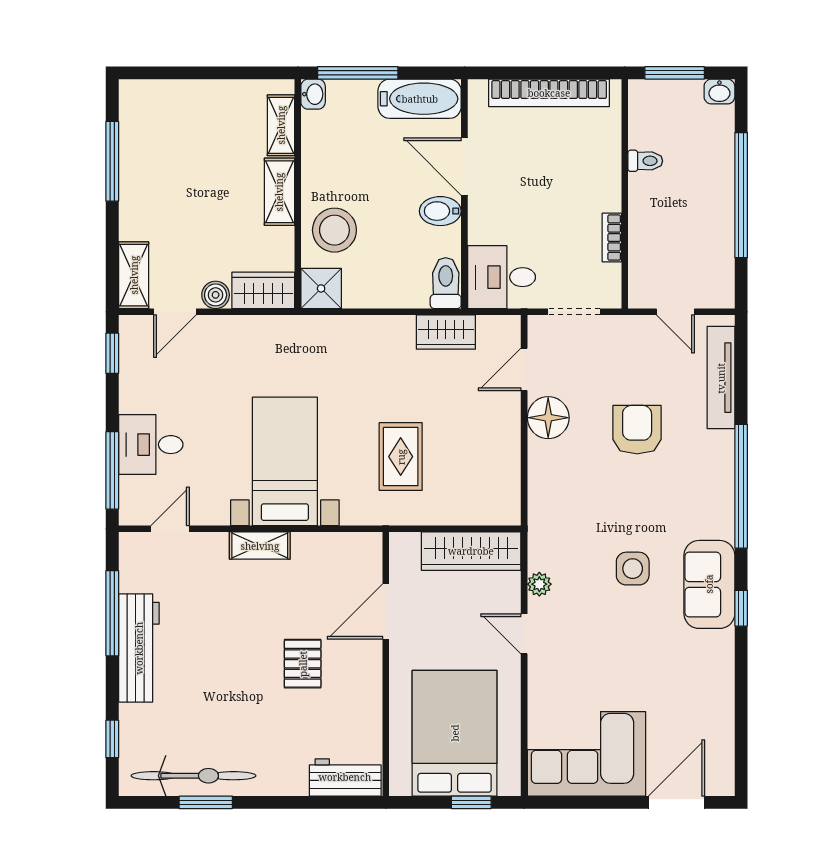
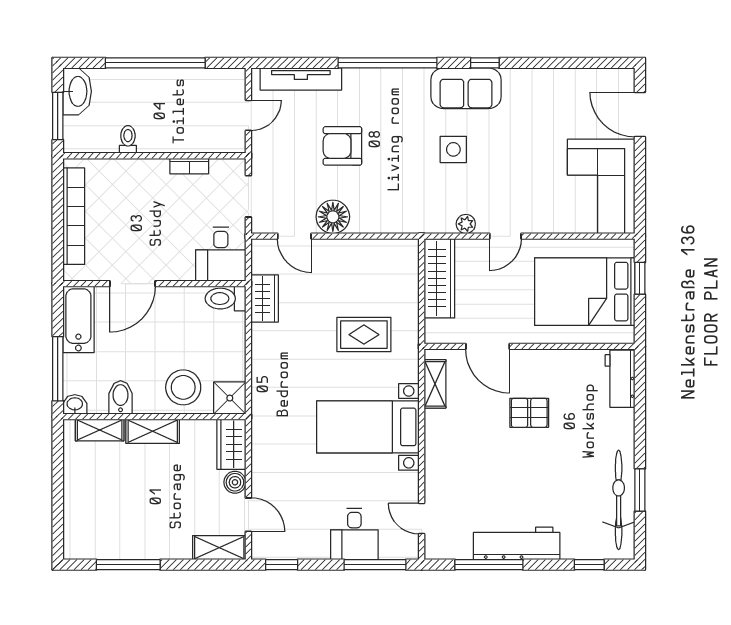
washbasin: (719, 92) -> (77, 91), width x1.91, depth x1.45
bidet: (440, 211) -> (121, 397), moved, turned 180
shelving: (260, 546) -> (435, 384), moved

